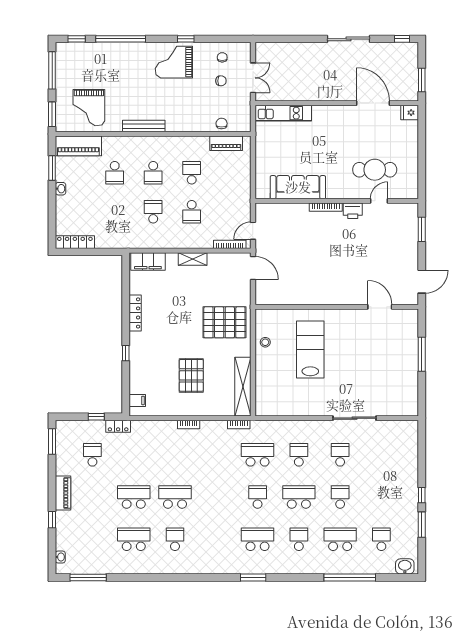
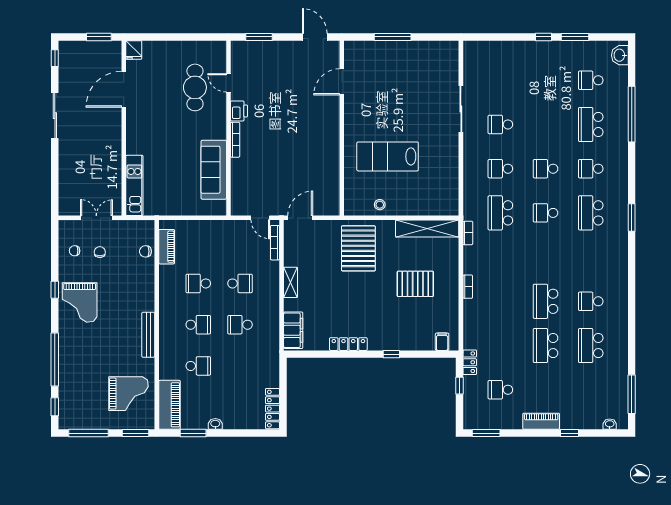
school desk: (299, 497) -> (546, 169), width x0.54
school desk: (340, 497) -> (546, 124), removed

